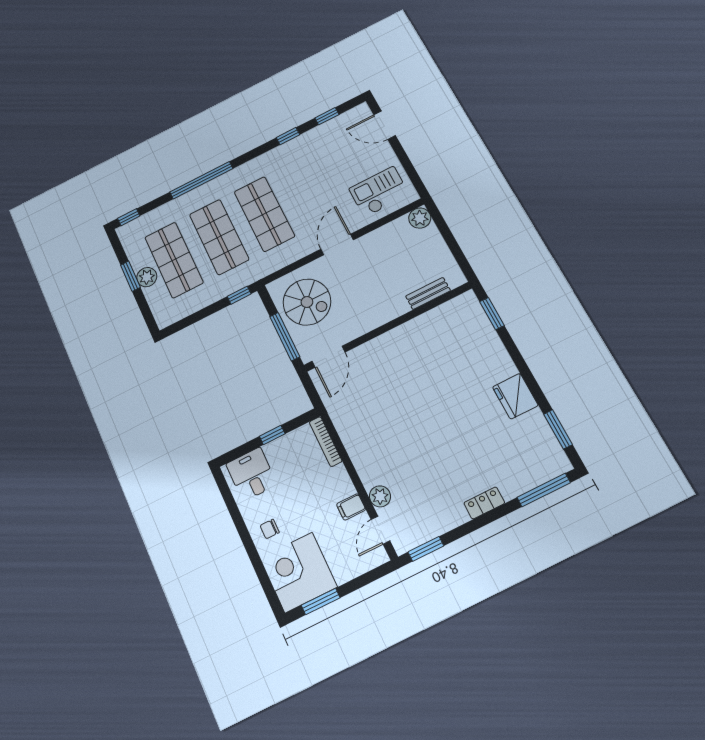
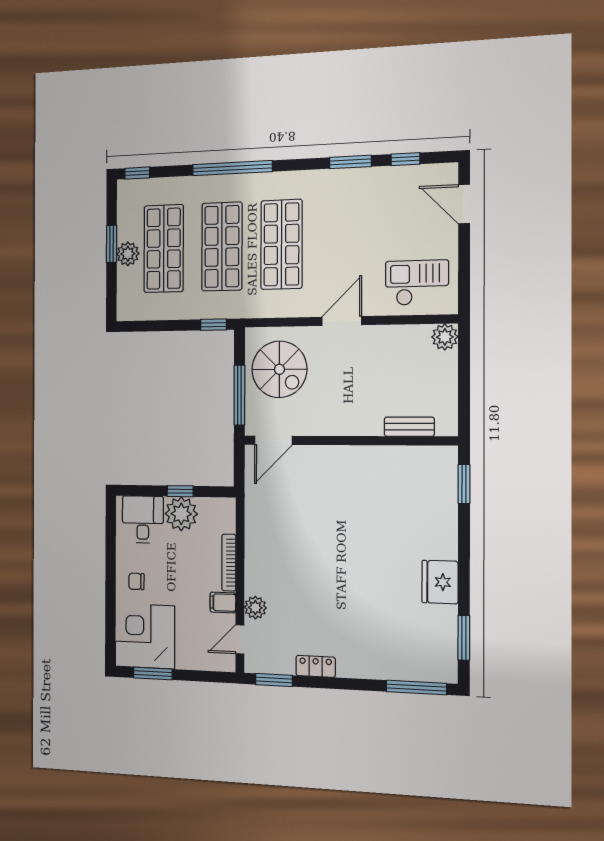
window: (288, 136) -> (350, 162), width x1.50
bookcase: (326, 442) -> (229, 563), moved
plant: (282, 453) -> (181, 514), added
locker: (484, 503) -> (316, 666), moved

